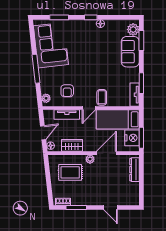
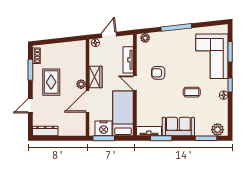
corner sofa: (51, 45) -> (212, 56), moved, turned 96
sofa: (130, 52) -> (178, 127), moved
armchair: (67, 91) -> (158, 73), moved
coffee table: (102, 97) -> (192, 92), moved
door: (43, 133) -> (109, 35), swing flipped
wardrobe: (72, 145) -> (96, 77), moved
door: (106, 153) -> (88, 101), swing flipped
dresser: (134, 170) -> (45, 131), moved
rug: (70, 172) -> (51, 82), moved

